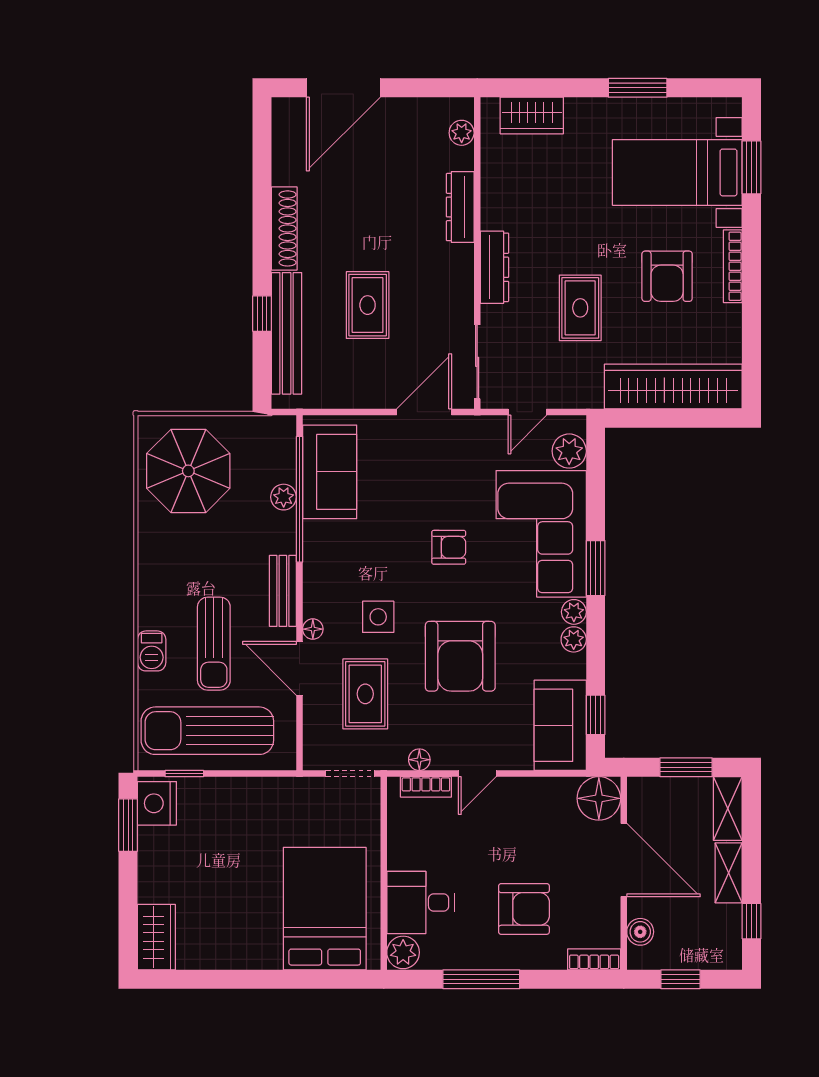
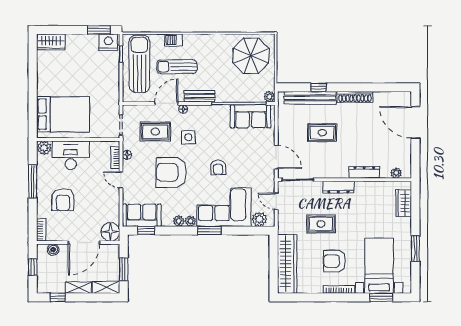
plant: (284, 497) -> (269, 97), moved
desk: (420, 902) -> (71, 155), width x1.37

